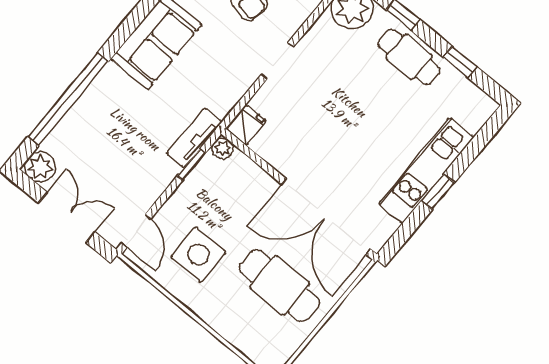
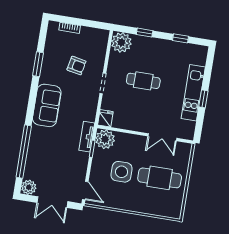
cafe table: (409, 57) -> (143, 81), moved
plant: (223, 148) -> (105, 139), width x1.88, depth x1.88
double door: (66, 217) -> (52, 202), swing flipped
double door: (326, 217) -> (162, 137), width x0.54
side table: (198, 255) -> (122, 172), moved

